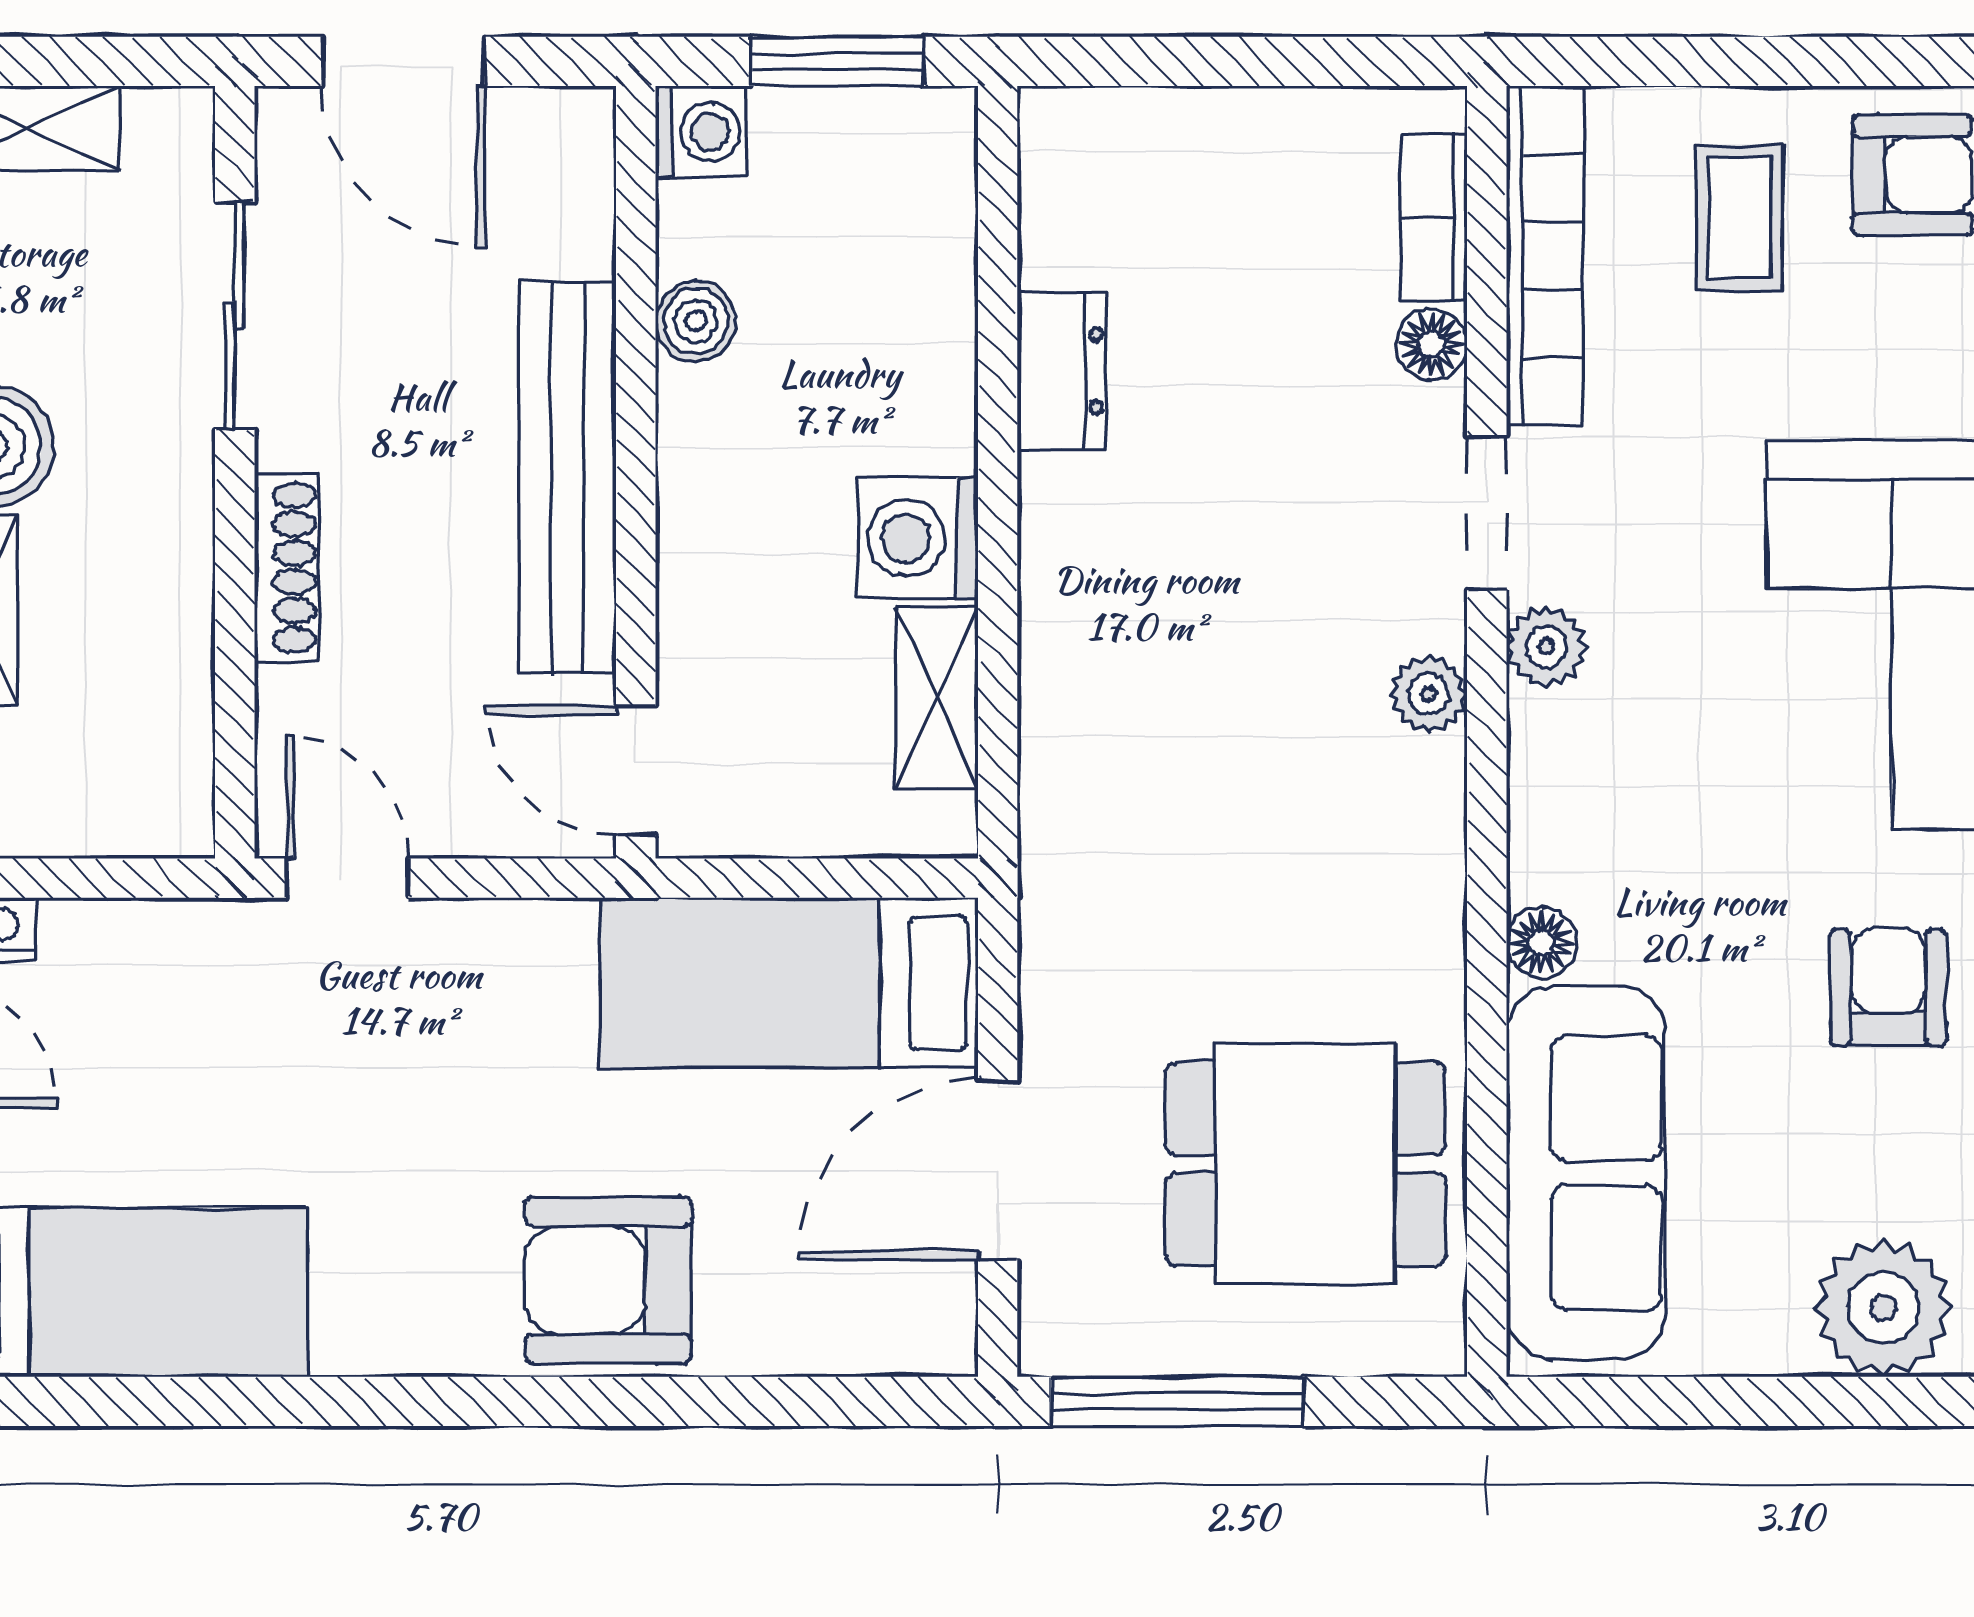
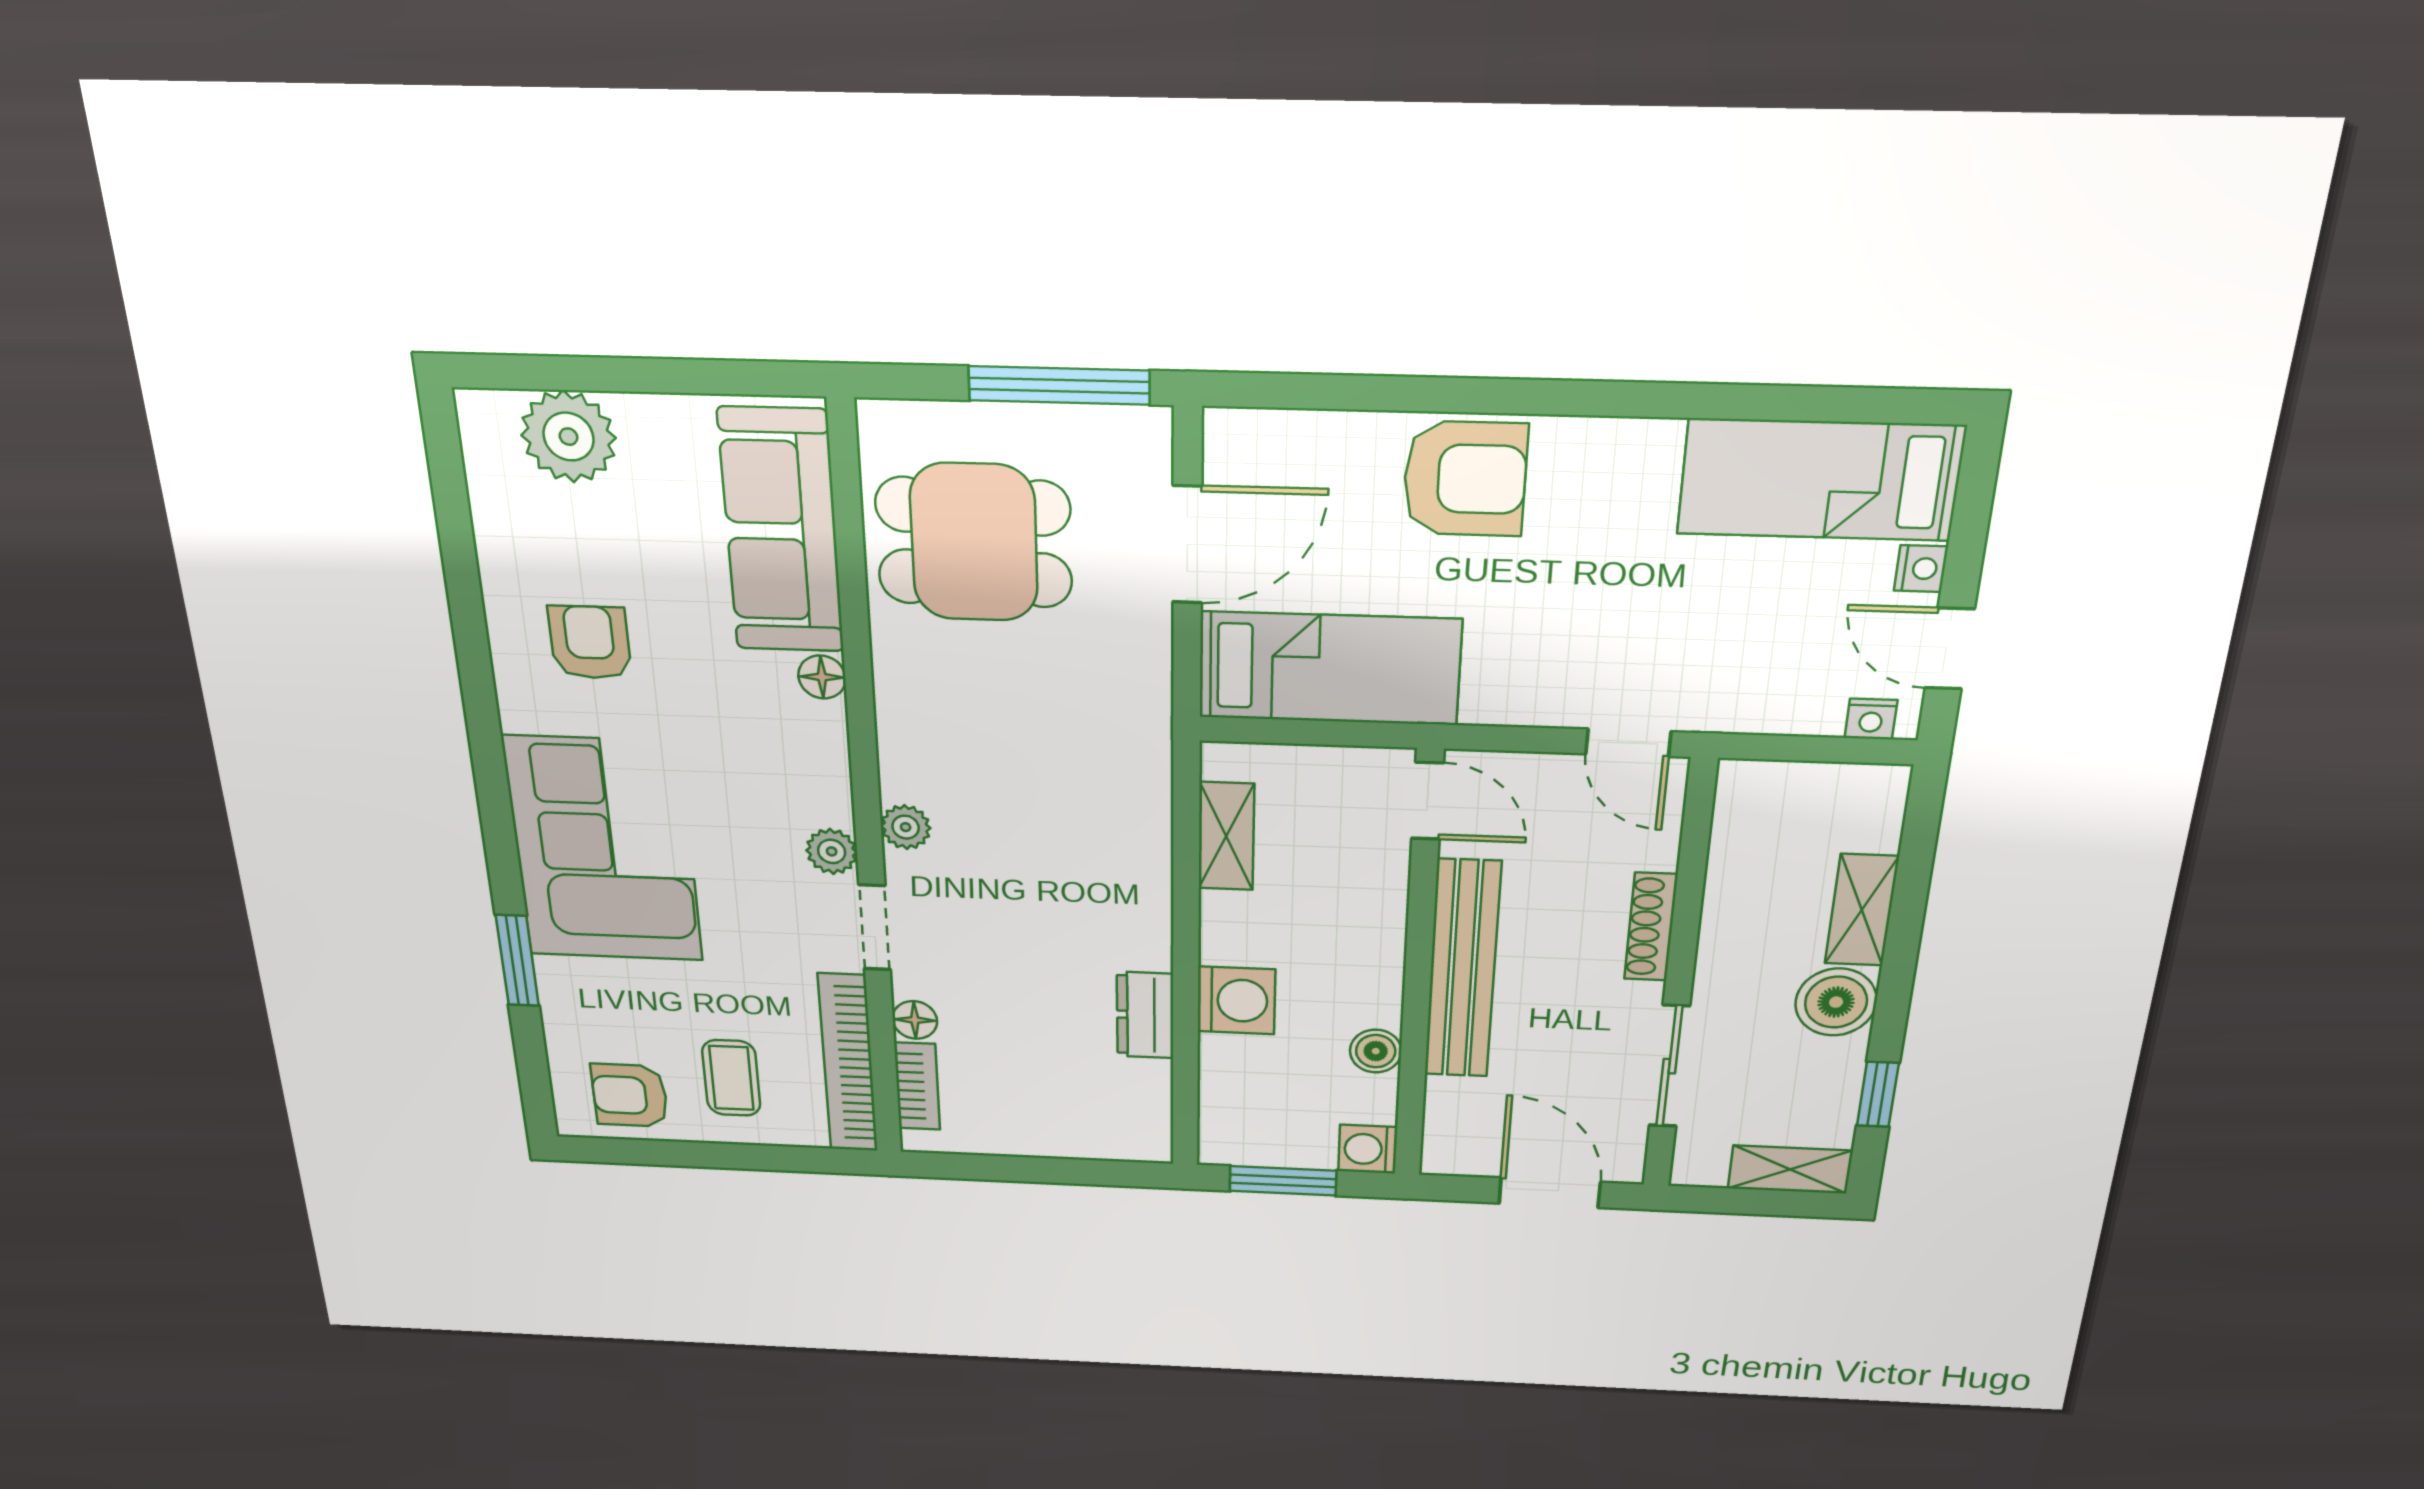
washing machine: (918, 538) -> (1236, 1000), moved
armchair: (1888, 987) -> (590, 642), turned 180

